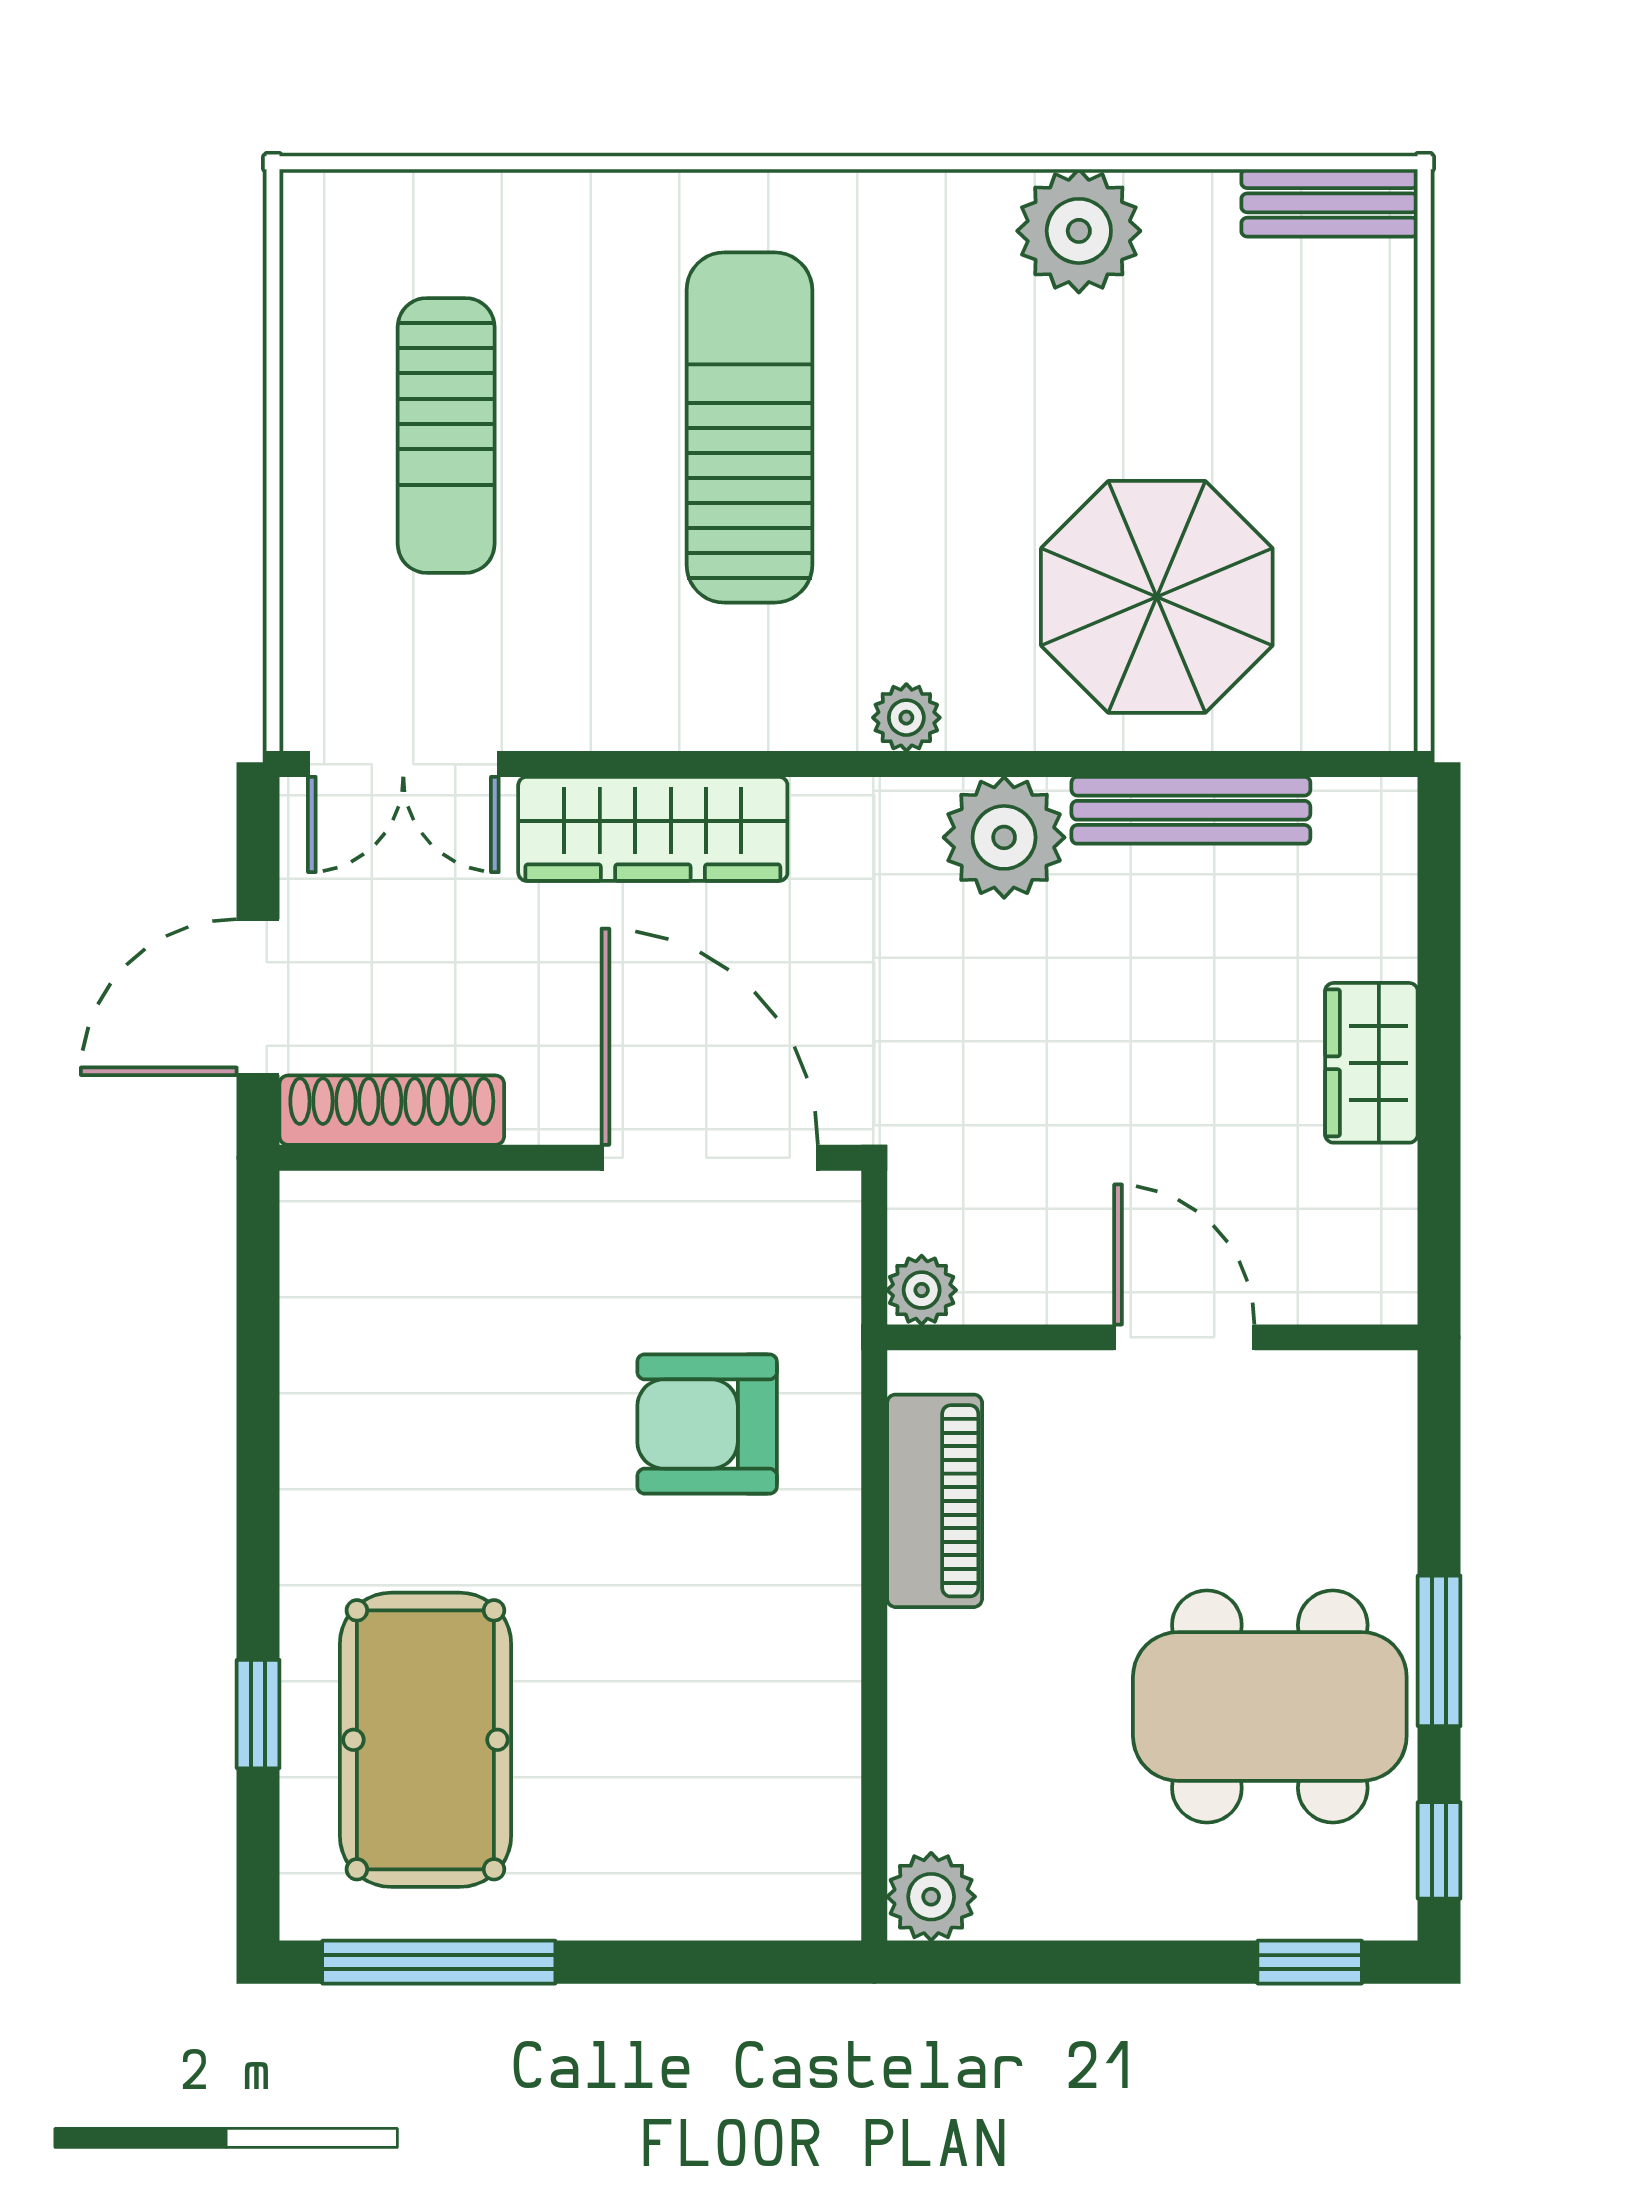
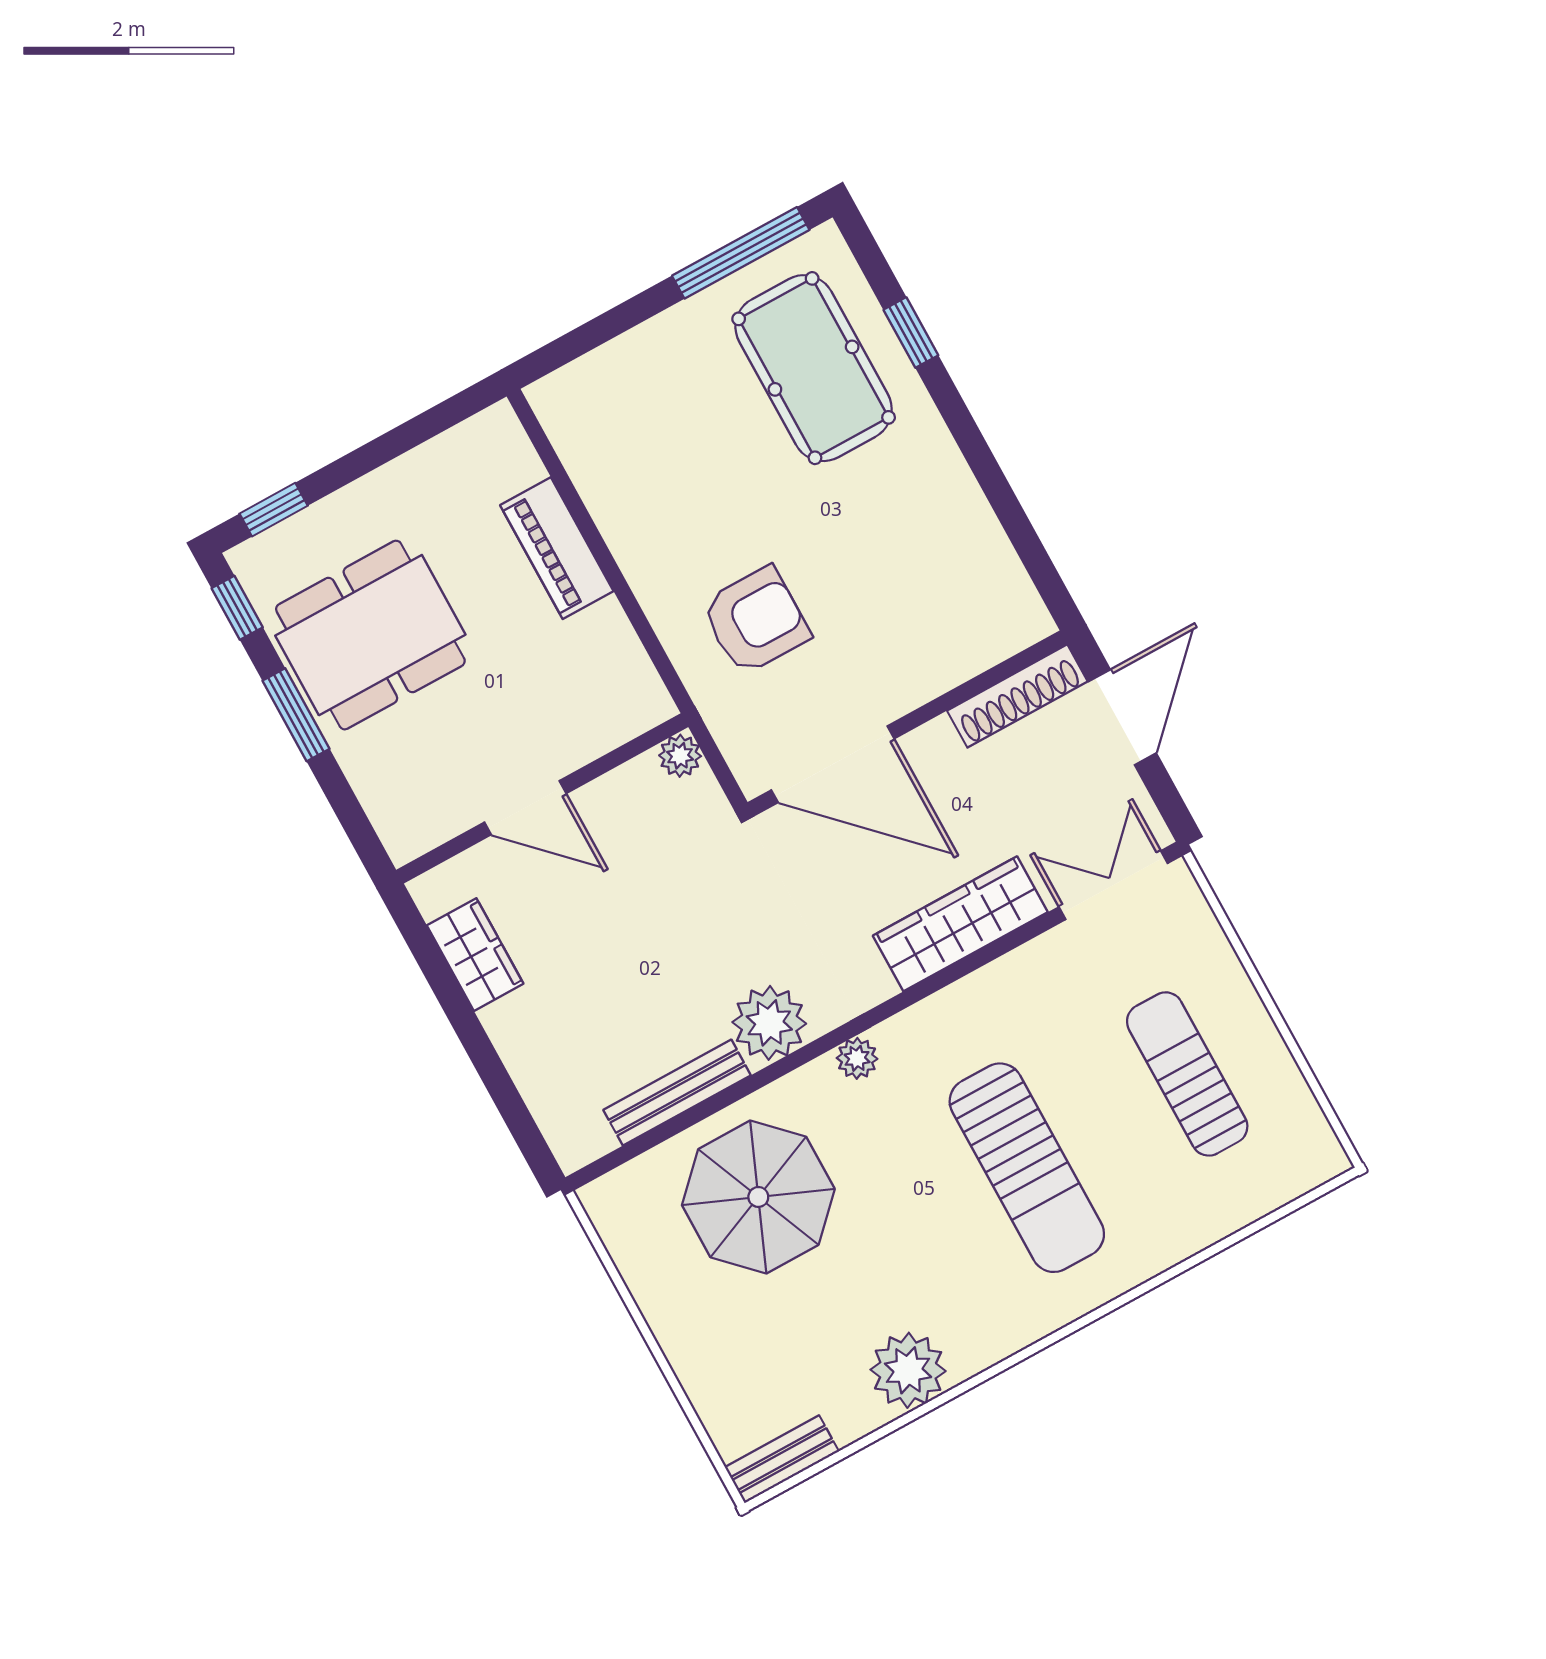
wardrobe: (1371, 1063) -> (475, 955), moved
piano: (935, 1501) -> (557, 548), moved
plant: (931, 1897) -> (496, 433), removed

